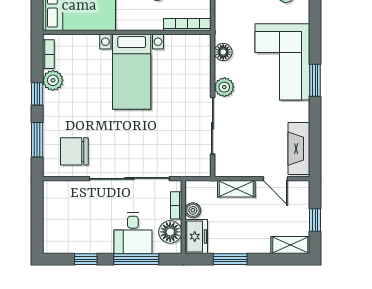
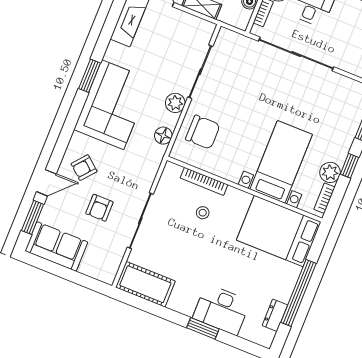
bookcase: (187, 24) -> (204, 181), moved
bed with nightstands: (132, 72) -> (281, 162), moved
chair: (74, 151) -> (203, 132), moved

